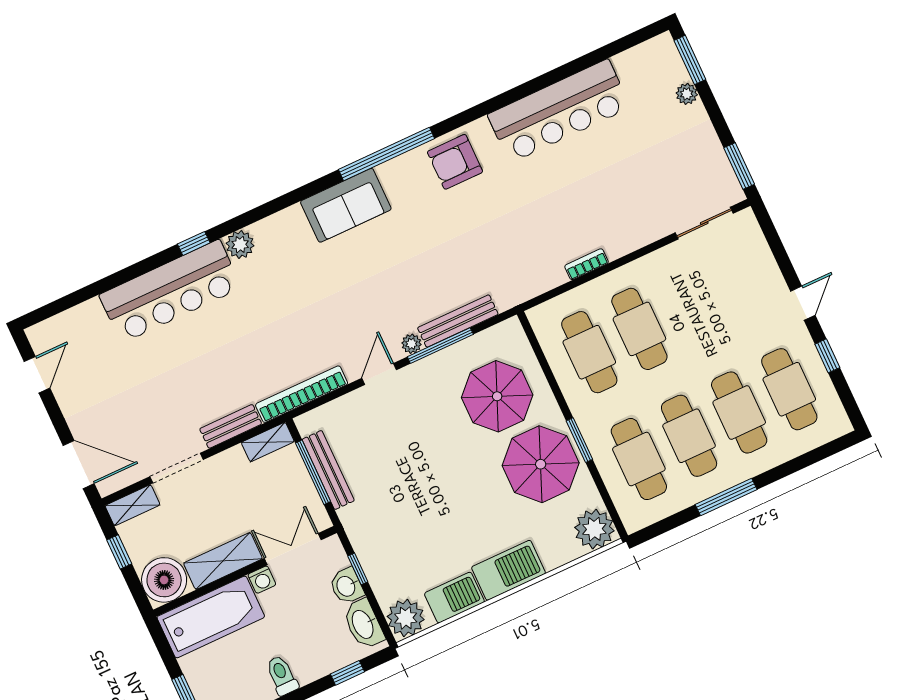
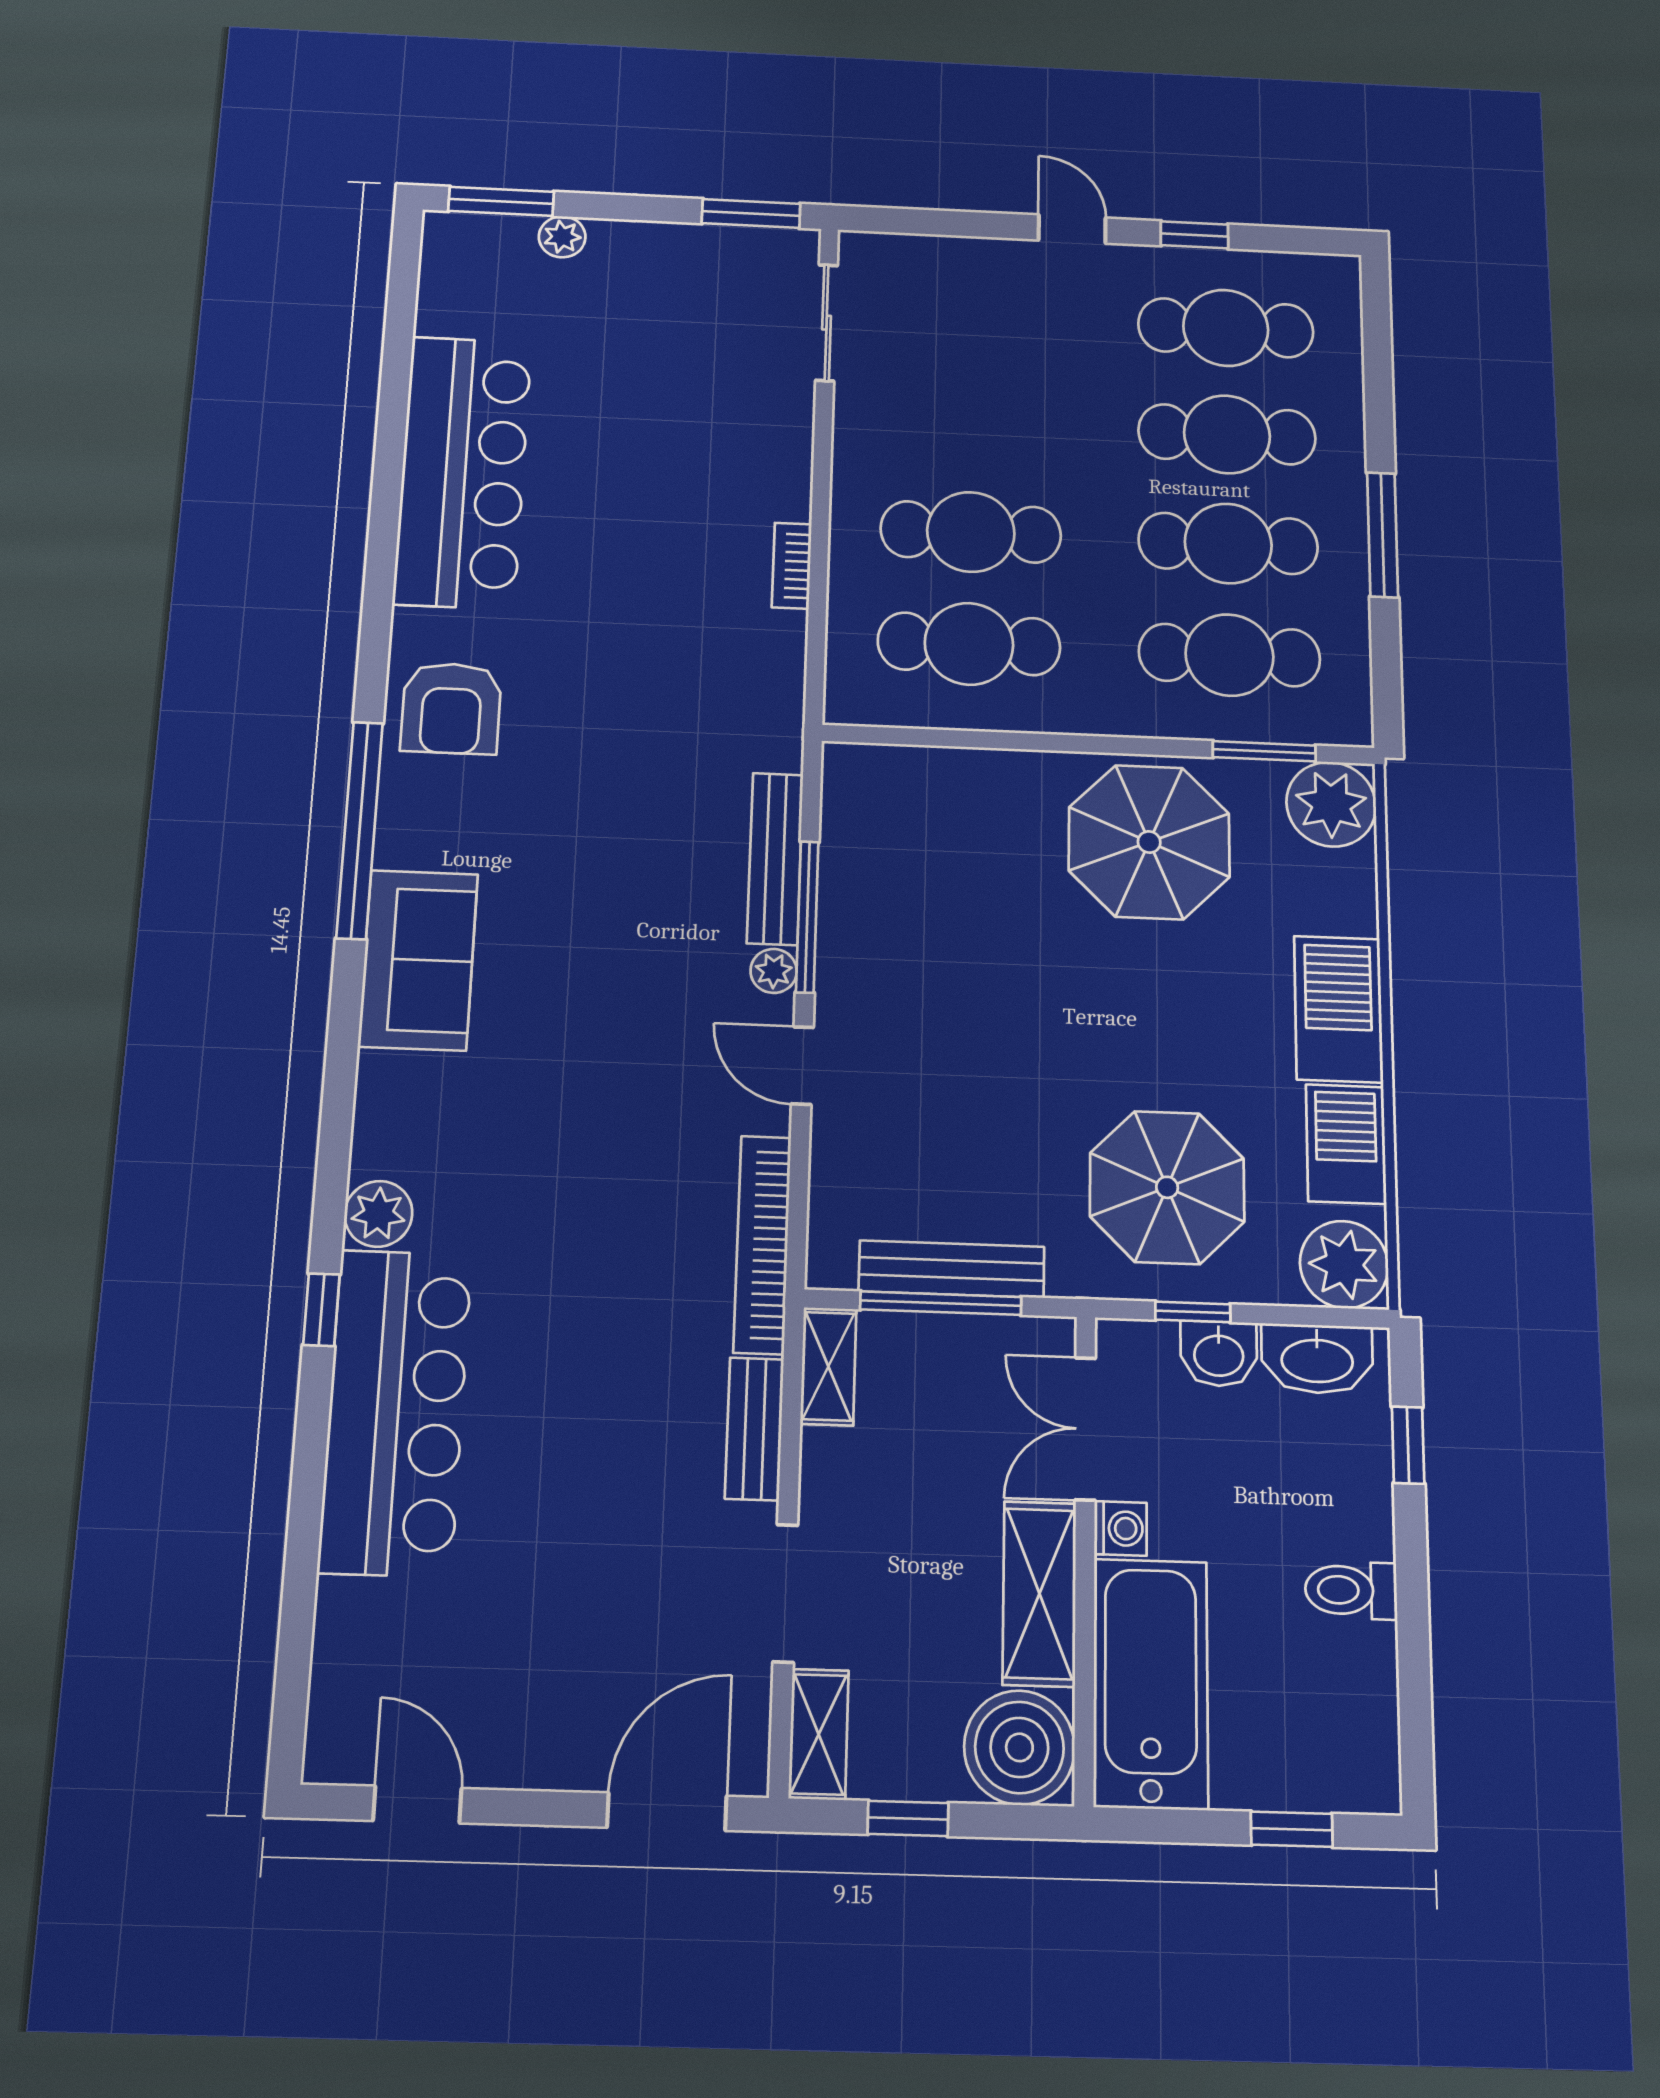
parasol: (497, 396) -> (1167, 1187), moved
window: (579, 440) -> (1264, 751), moved

